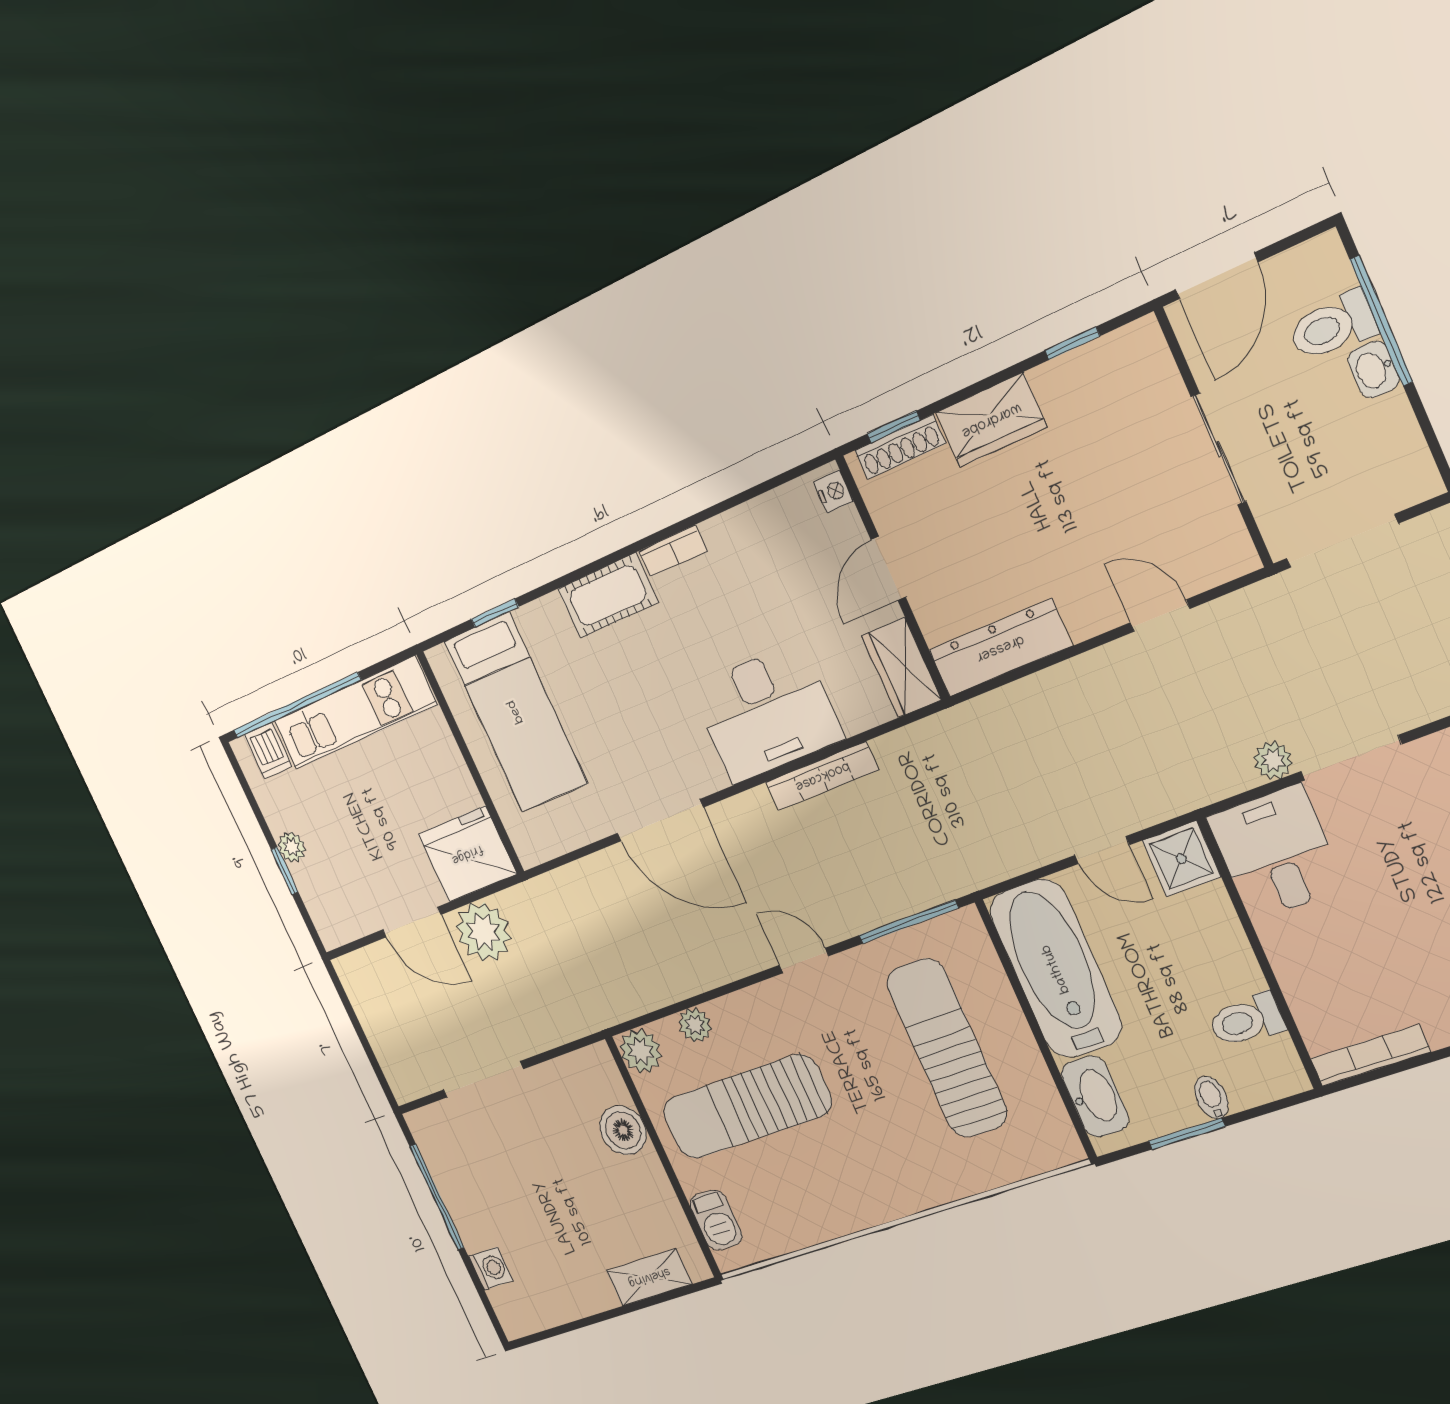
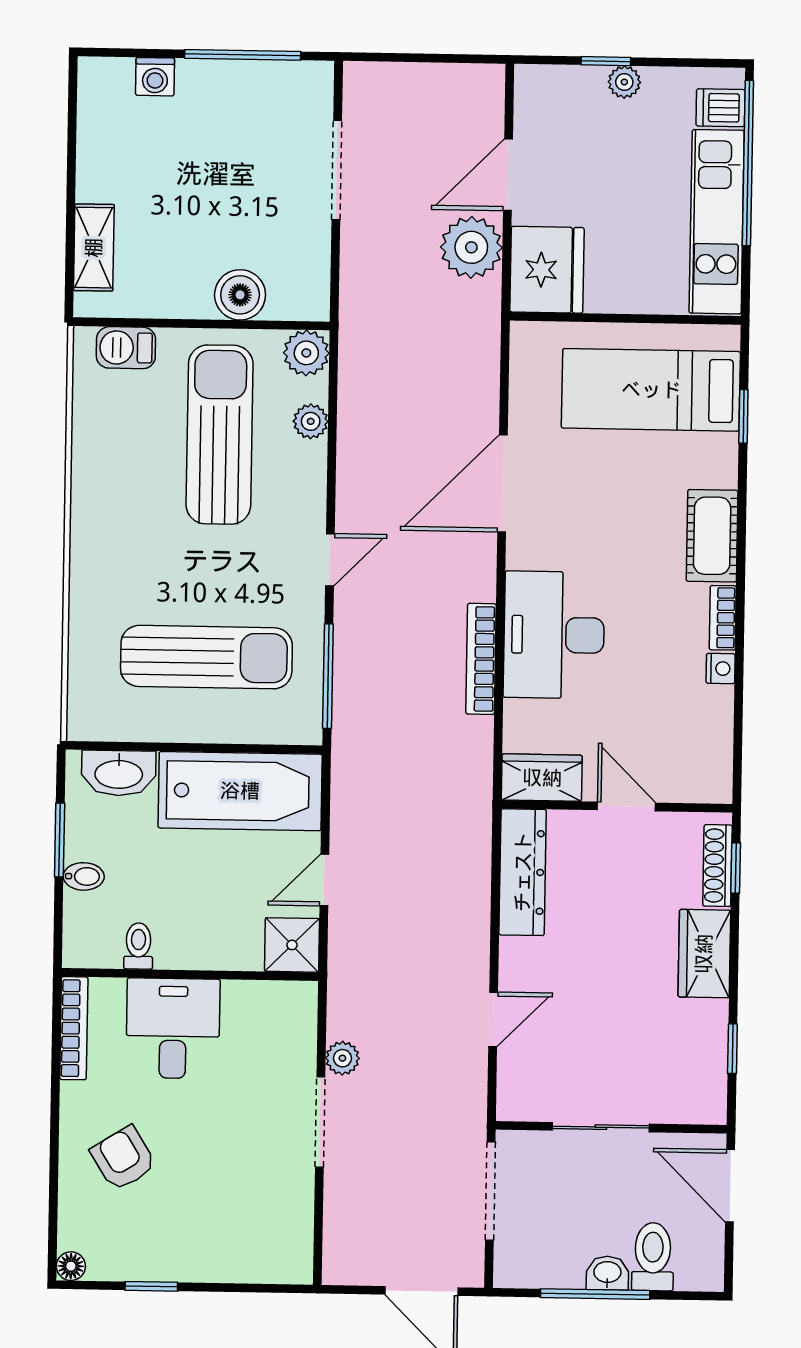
window: (1381, 321) -> (595, 1294), moved
nightstand: (833, 492) -> (721, 669), moved, turned -90
desk: (1276, 853) -> (173, 1028), moved, turned -90
toilet: (1246, 1020) -> (138, 946), width x0.73, depth x0.72

